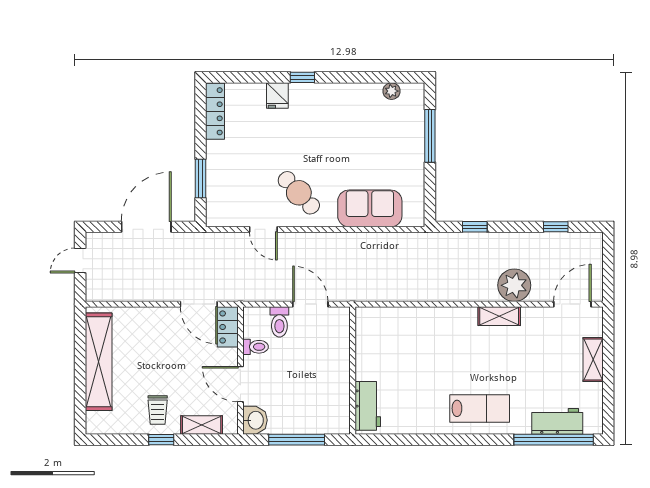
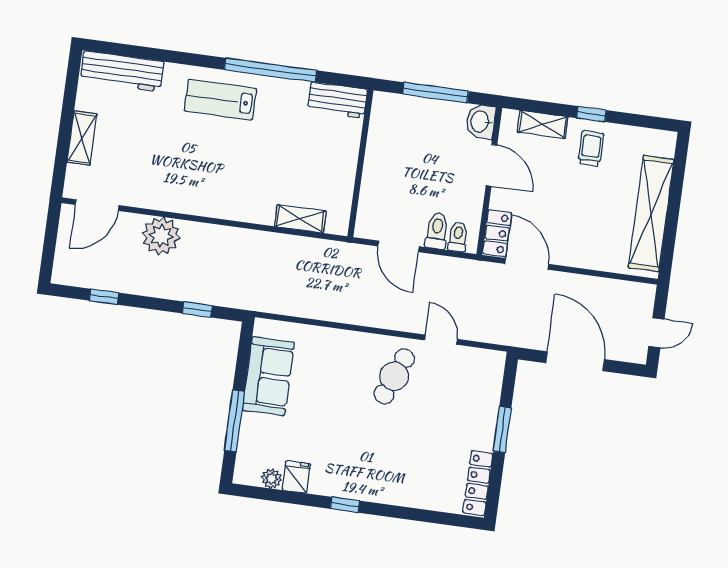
window: (302, 77) -> (345, 505), moved
fridge: (277, 95) -> (296, 477), moved
window: (200, 178) -> (502, 430), moved
cafe table: (299, 193) -> (394, 376), turned 65
sofa: (370, 208) -> (268, 376), moved, turned -90
door: (146, 227) -> (575, 361), swing flipped
shelving: (499, 316) -> (300, 219), moved
toilet: (256, 347) -> (458, 237), moved, turned 90
workbench: (368, 406) -> (337, 100), moved, turned -90
workbench: (557, 421) -> (122, 71), width x1.38
window: (554, 440) -> (271, 70), moved

